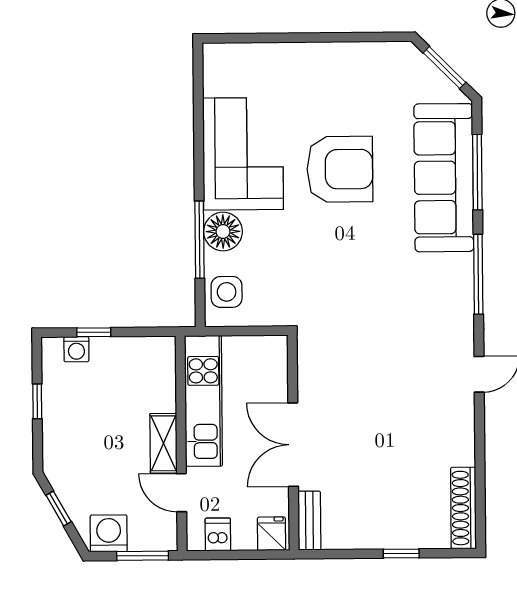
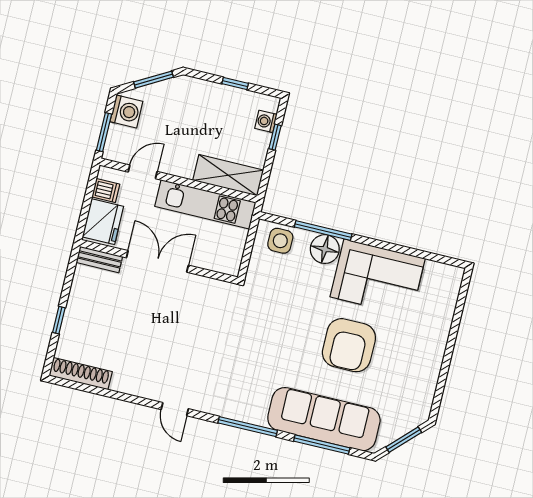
shelving: (163, 443) -> (228, 175), moved, width x1.50, depth x1.33
window: (59, 509) -> (153, 80), width x1.50
fridge: (271, 534) -> (103, 222), width x1.88, depth x1.34

